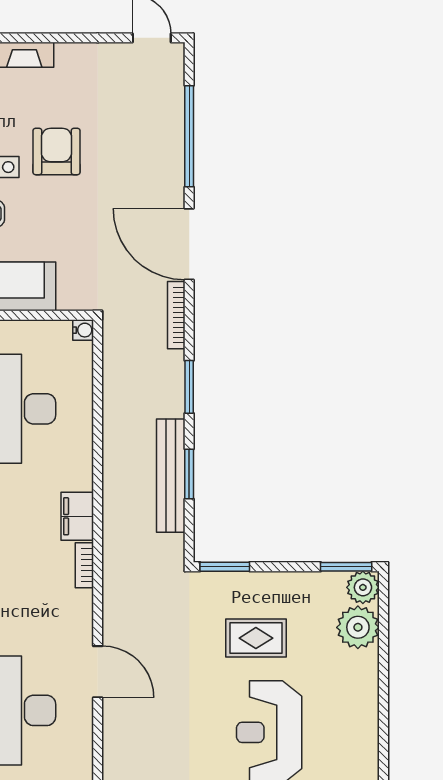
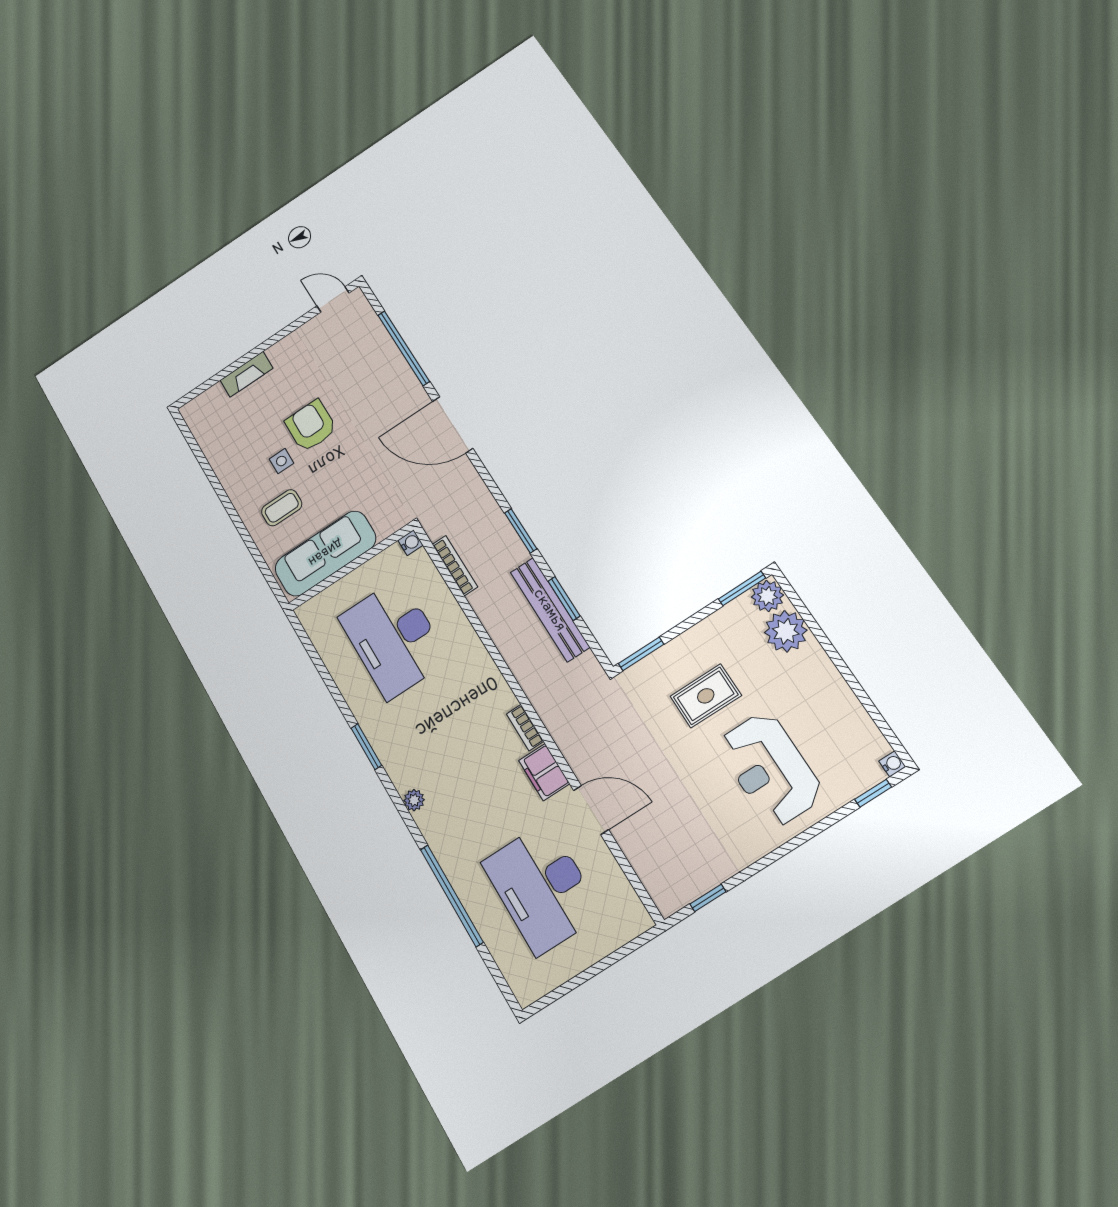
bookcase: (176, 315) -> (455, 566), moved, turned 180
filing cabinet: (77, 516) -> (544, 772), moved

